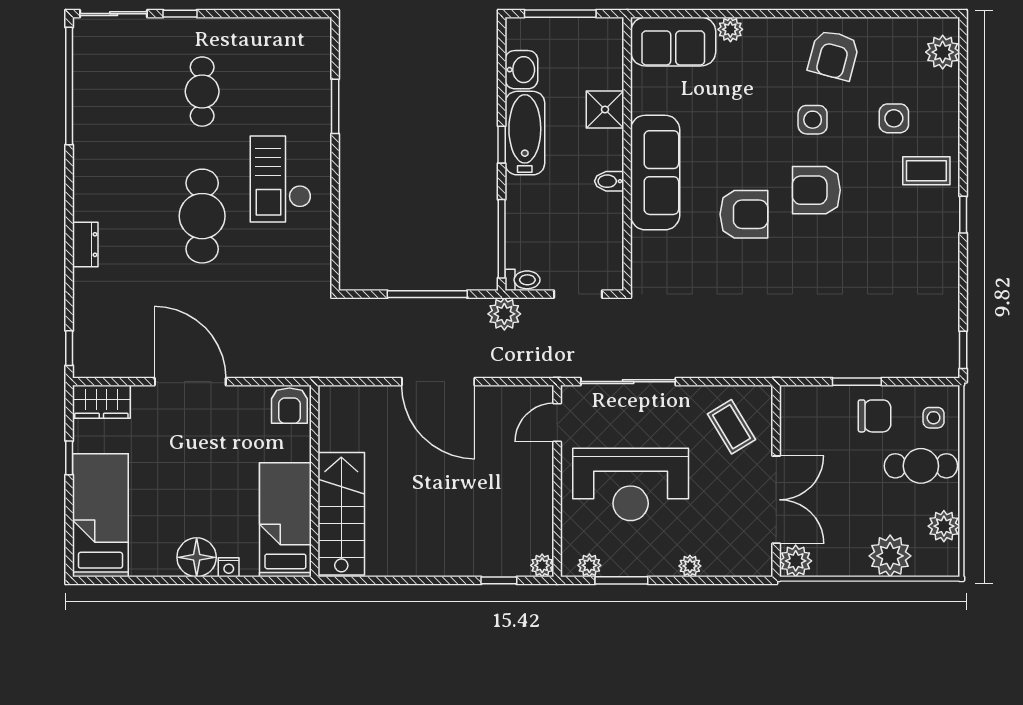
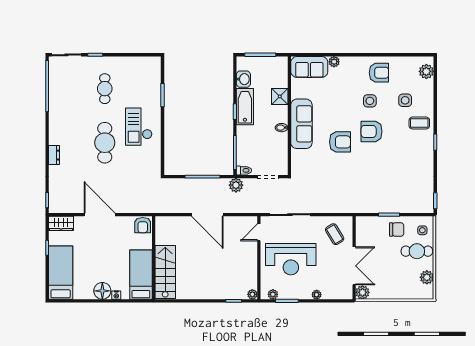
armchair: (834, 55) -> (379, 73), turned -105
plant: (890, 556) -> (403, 290), removed

